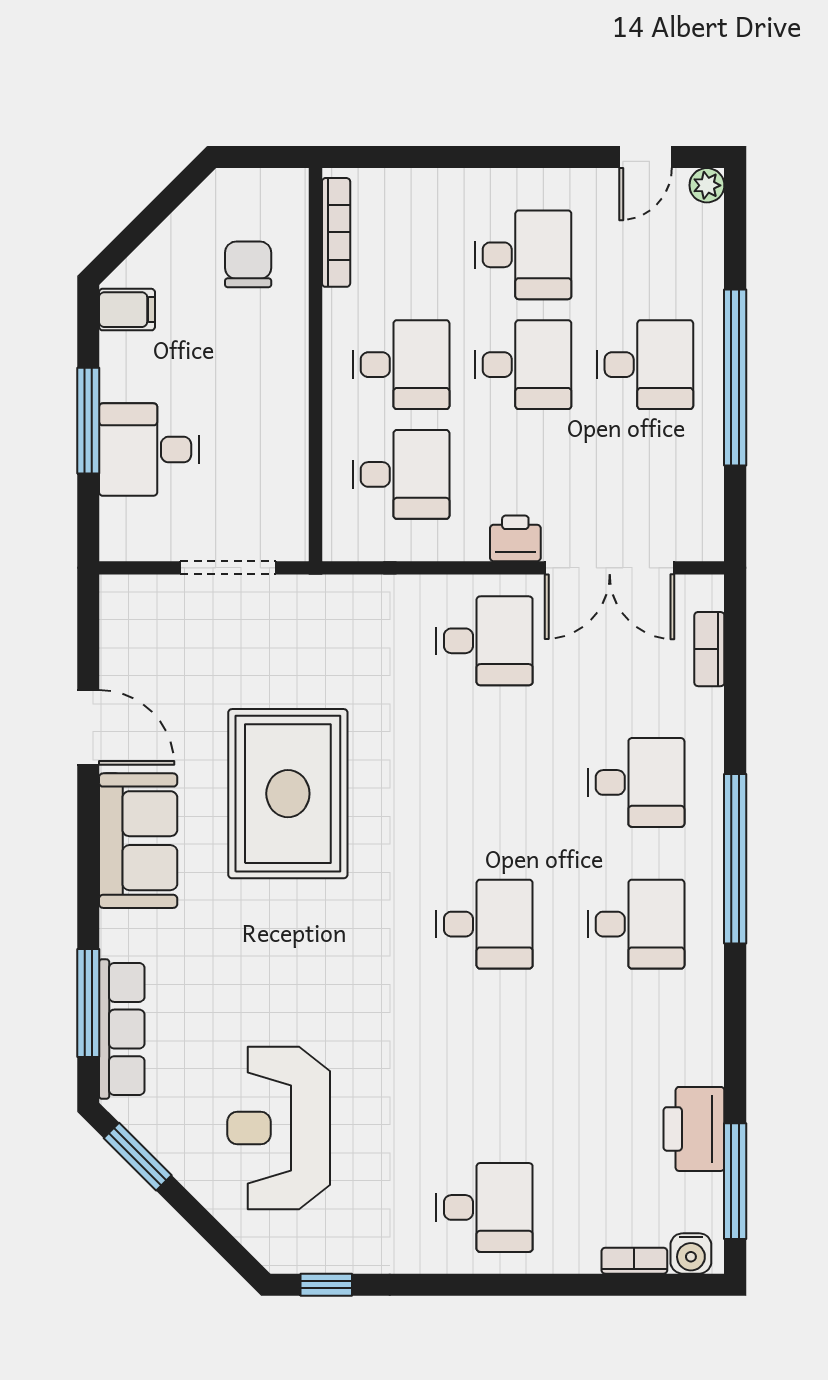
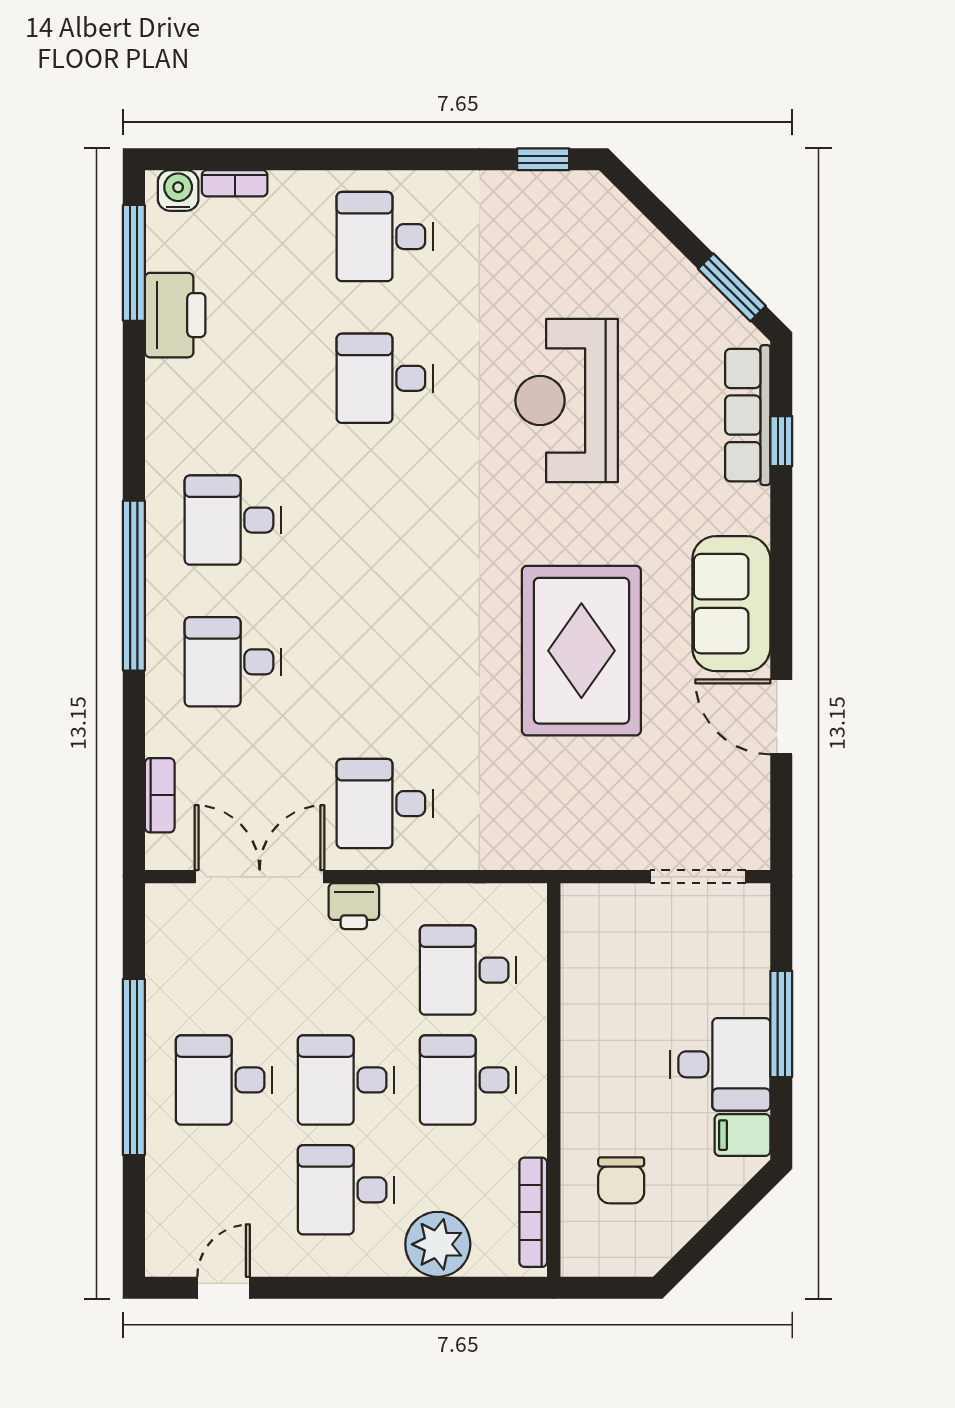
plant: (707, 185) -> (438, 1244), moved, width x1.88, depth x1.88
desk: (149, 450) -> (720, 1064), moved
doorway: (228, 568) -> (698, 877), moved
desk: (484, 924) -> (385, 378), moved
window: (88, 1003) -> (781, 441), width x0.46
reception desk: (279, 1128) -> (567, 400), moved, turned 180

